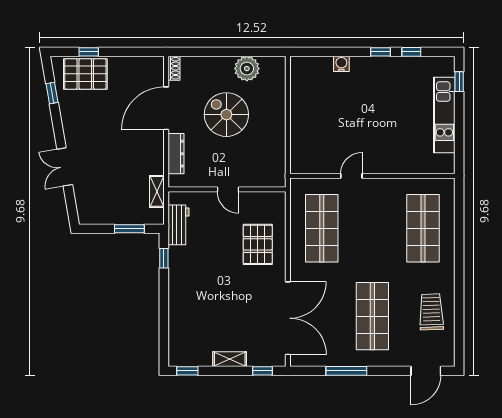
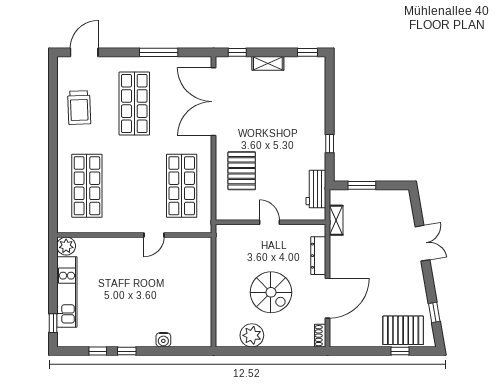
plant: (445, 164) -> (66, 246), added
window: (164, 258) -> (330, 144), moved

